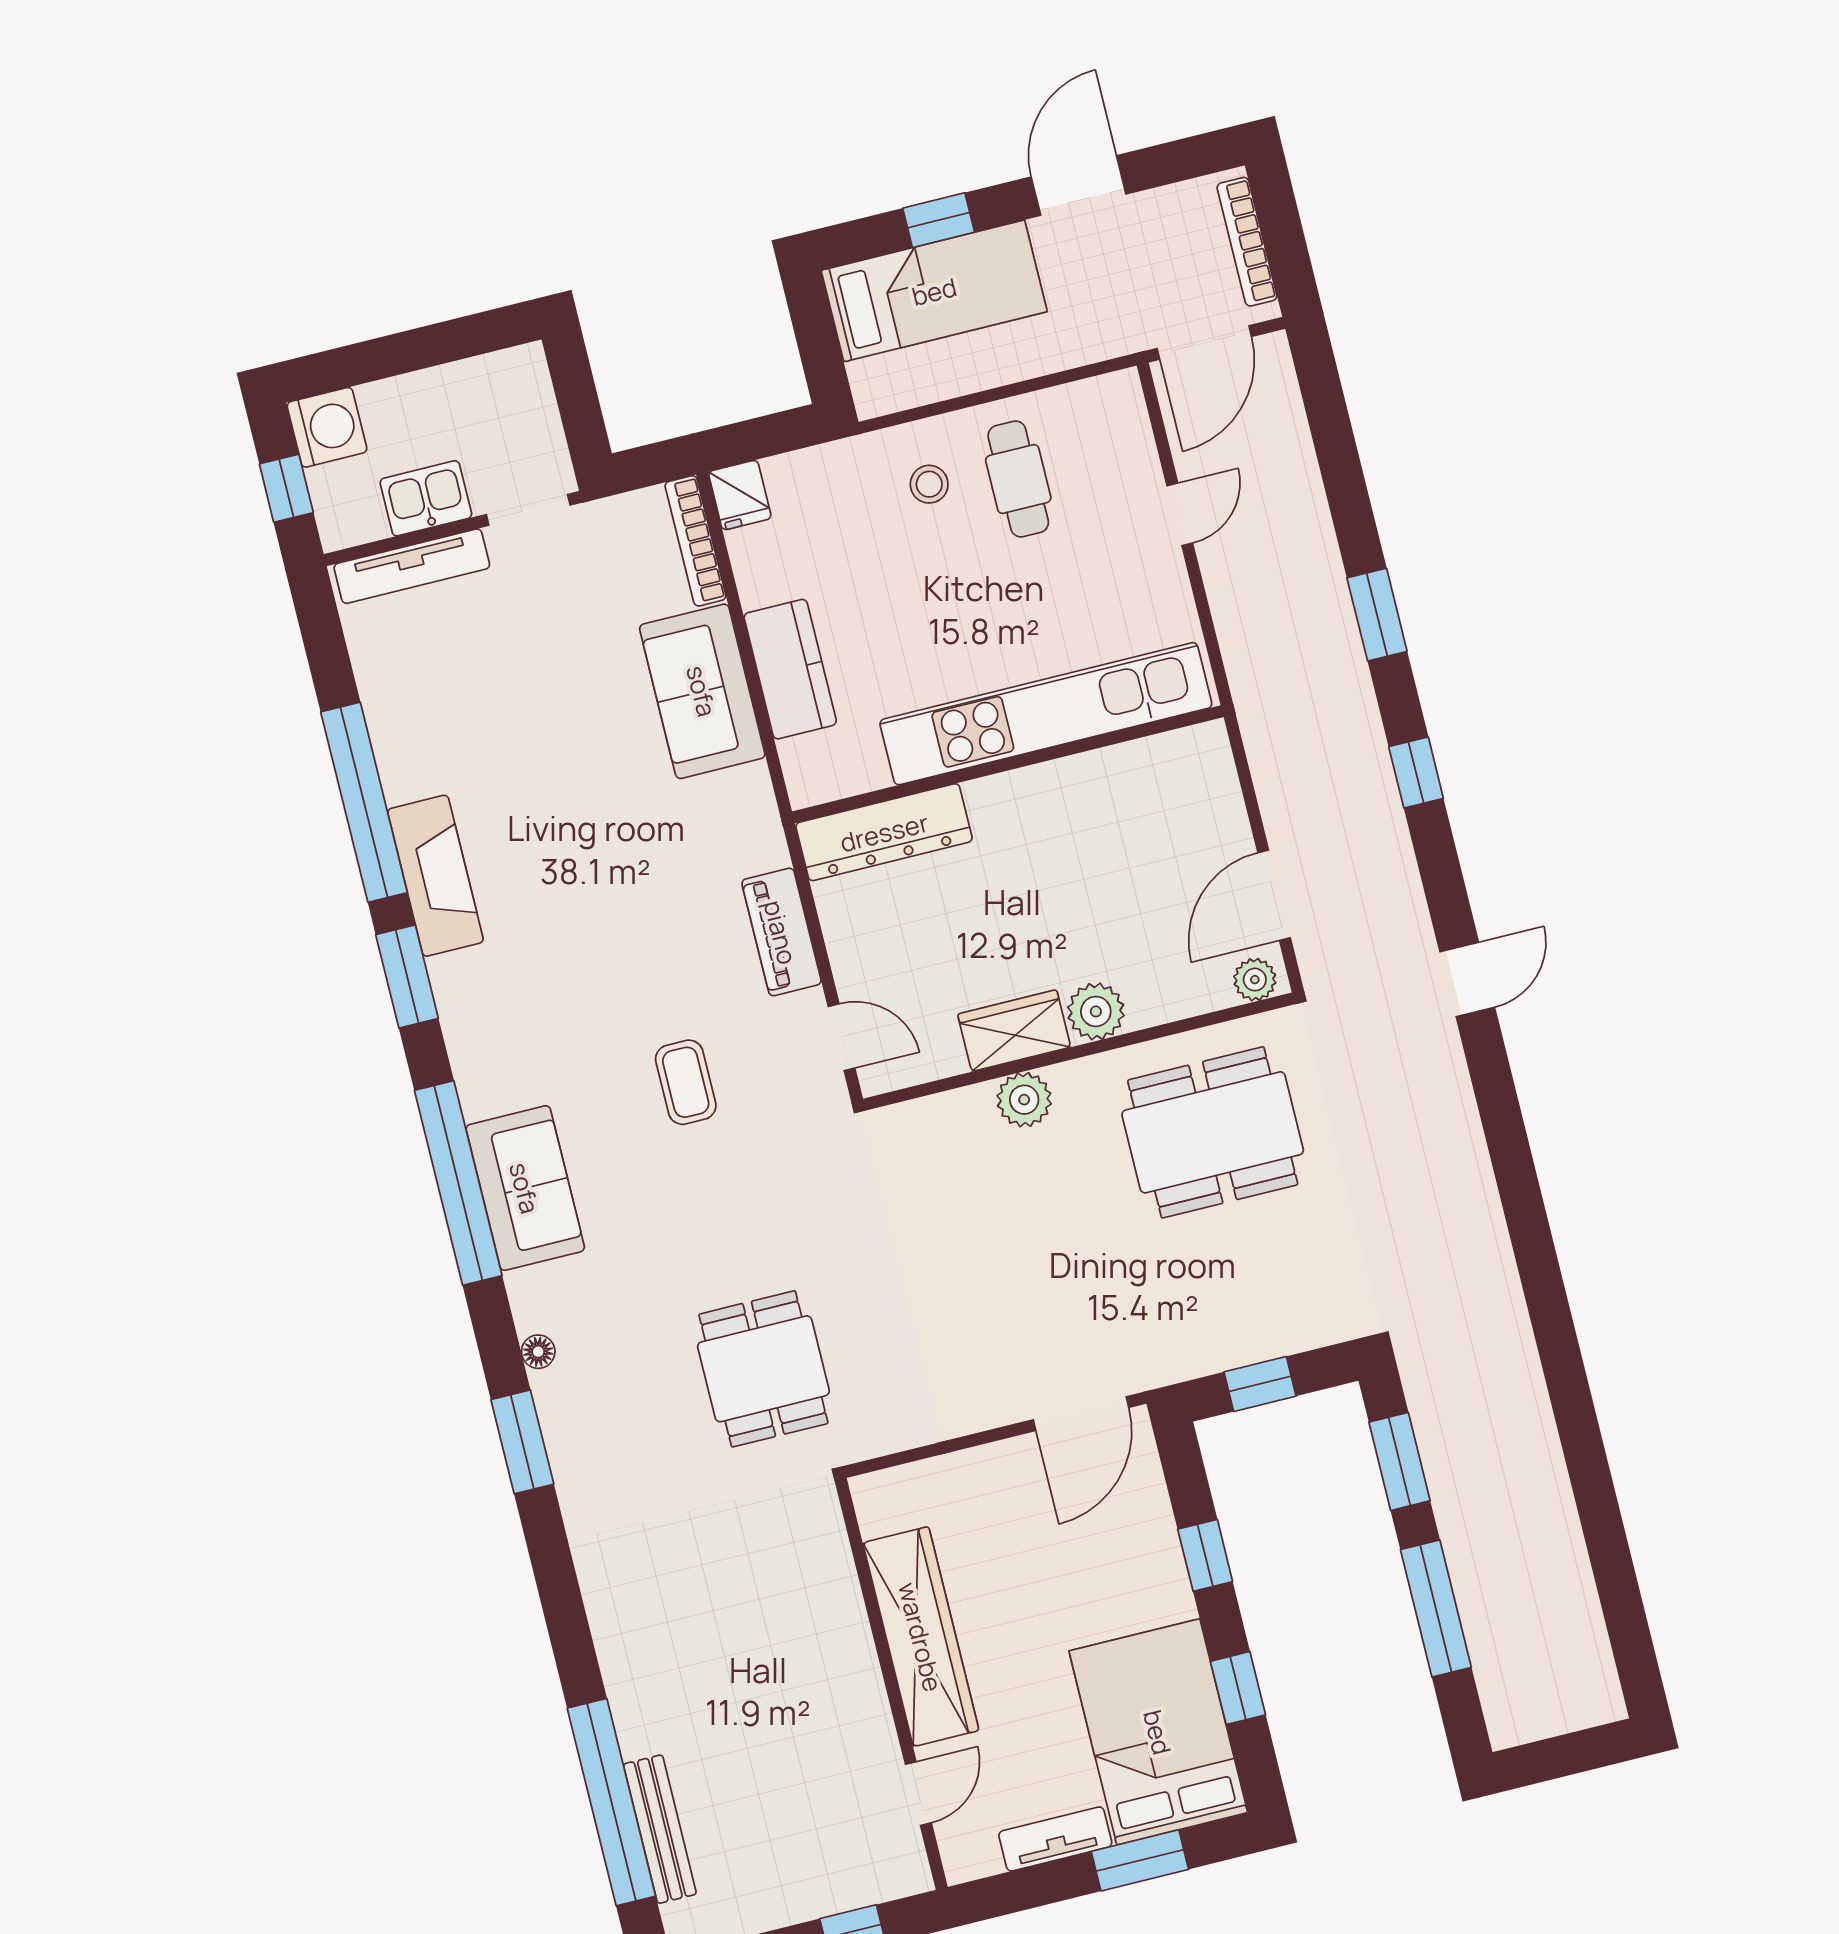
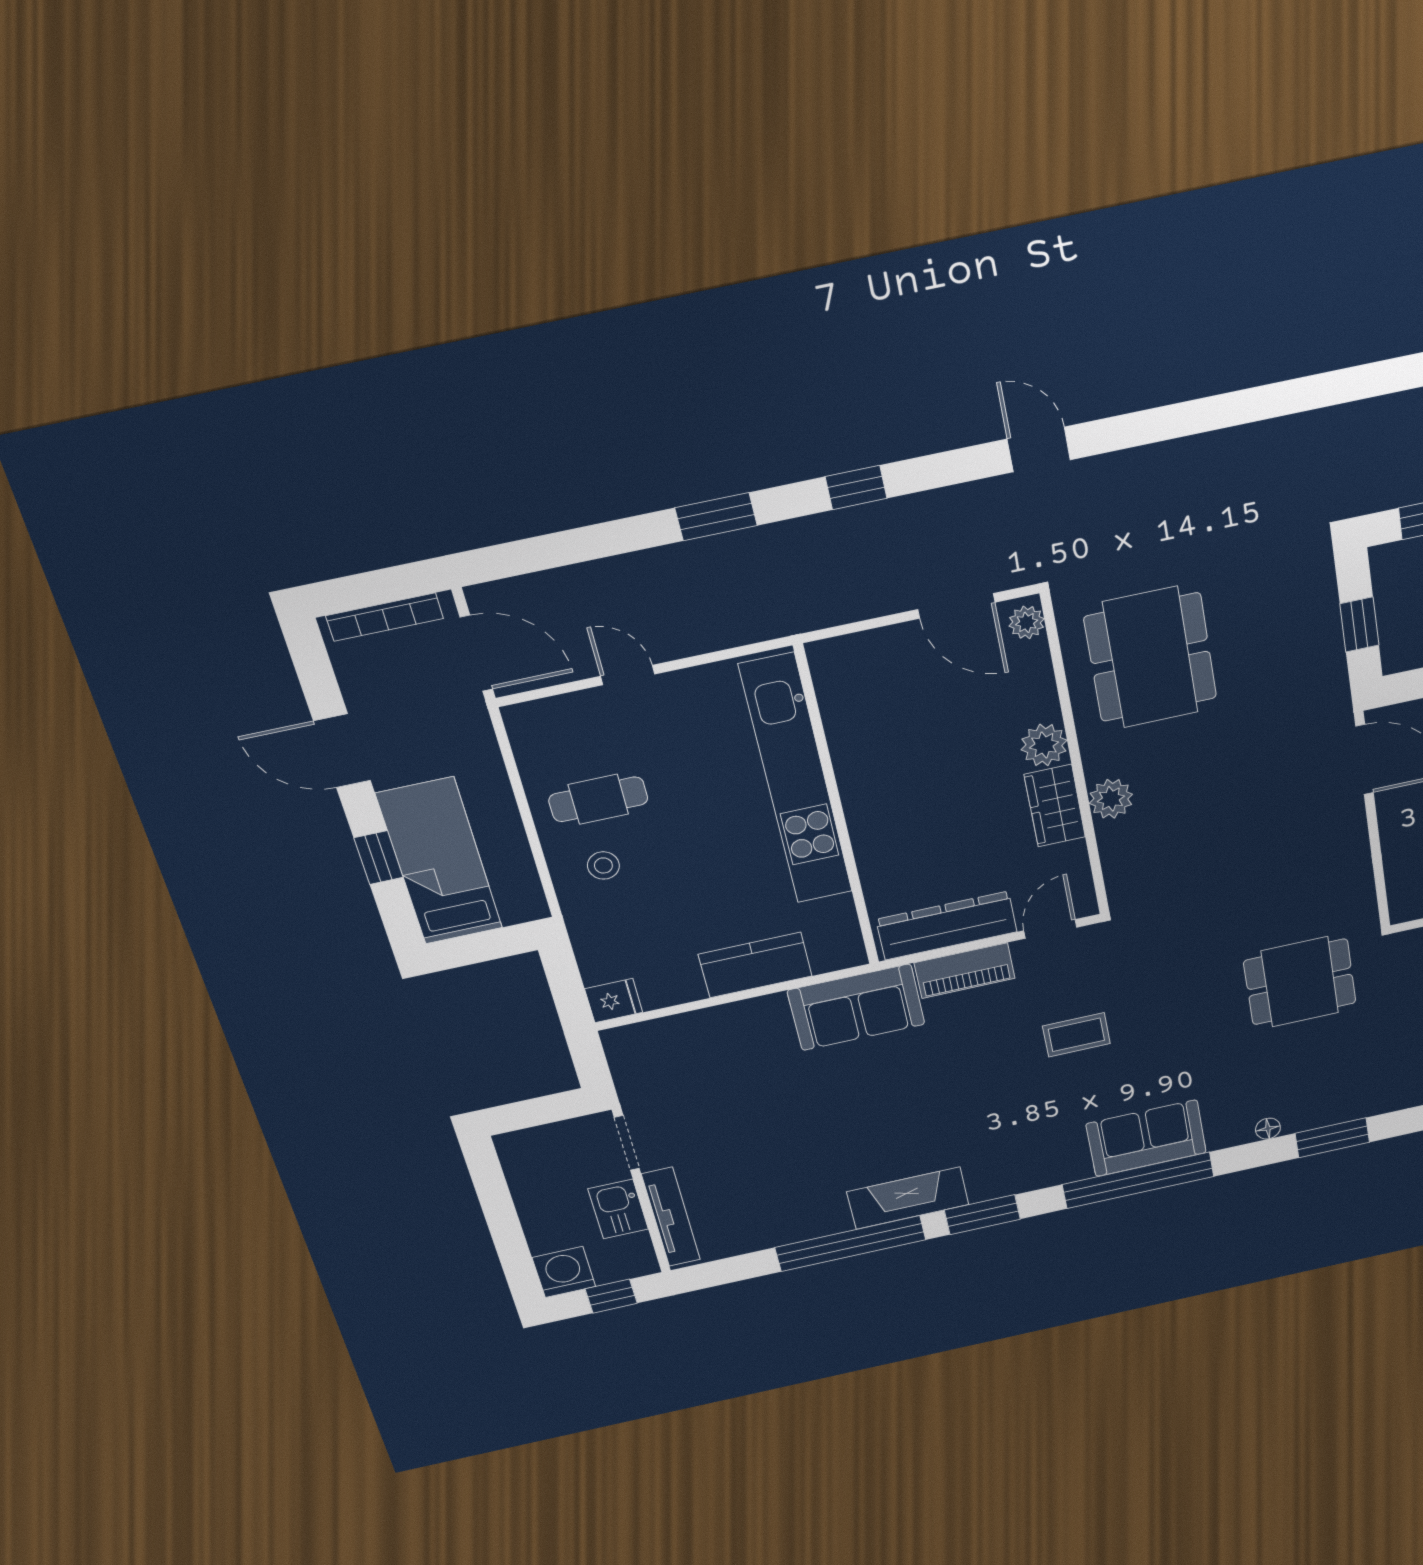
bookcase: (695, 541) -> (651, 1031), removed
sofa: (702, 691) -> (856, 1007), moved
dresser: (884, 832) -> (947, 926), moved, turned -90

